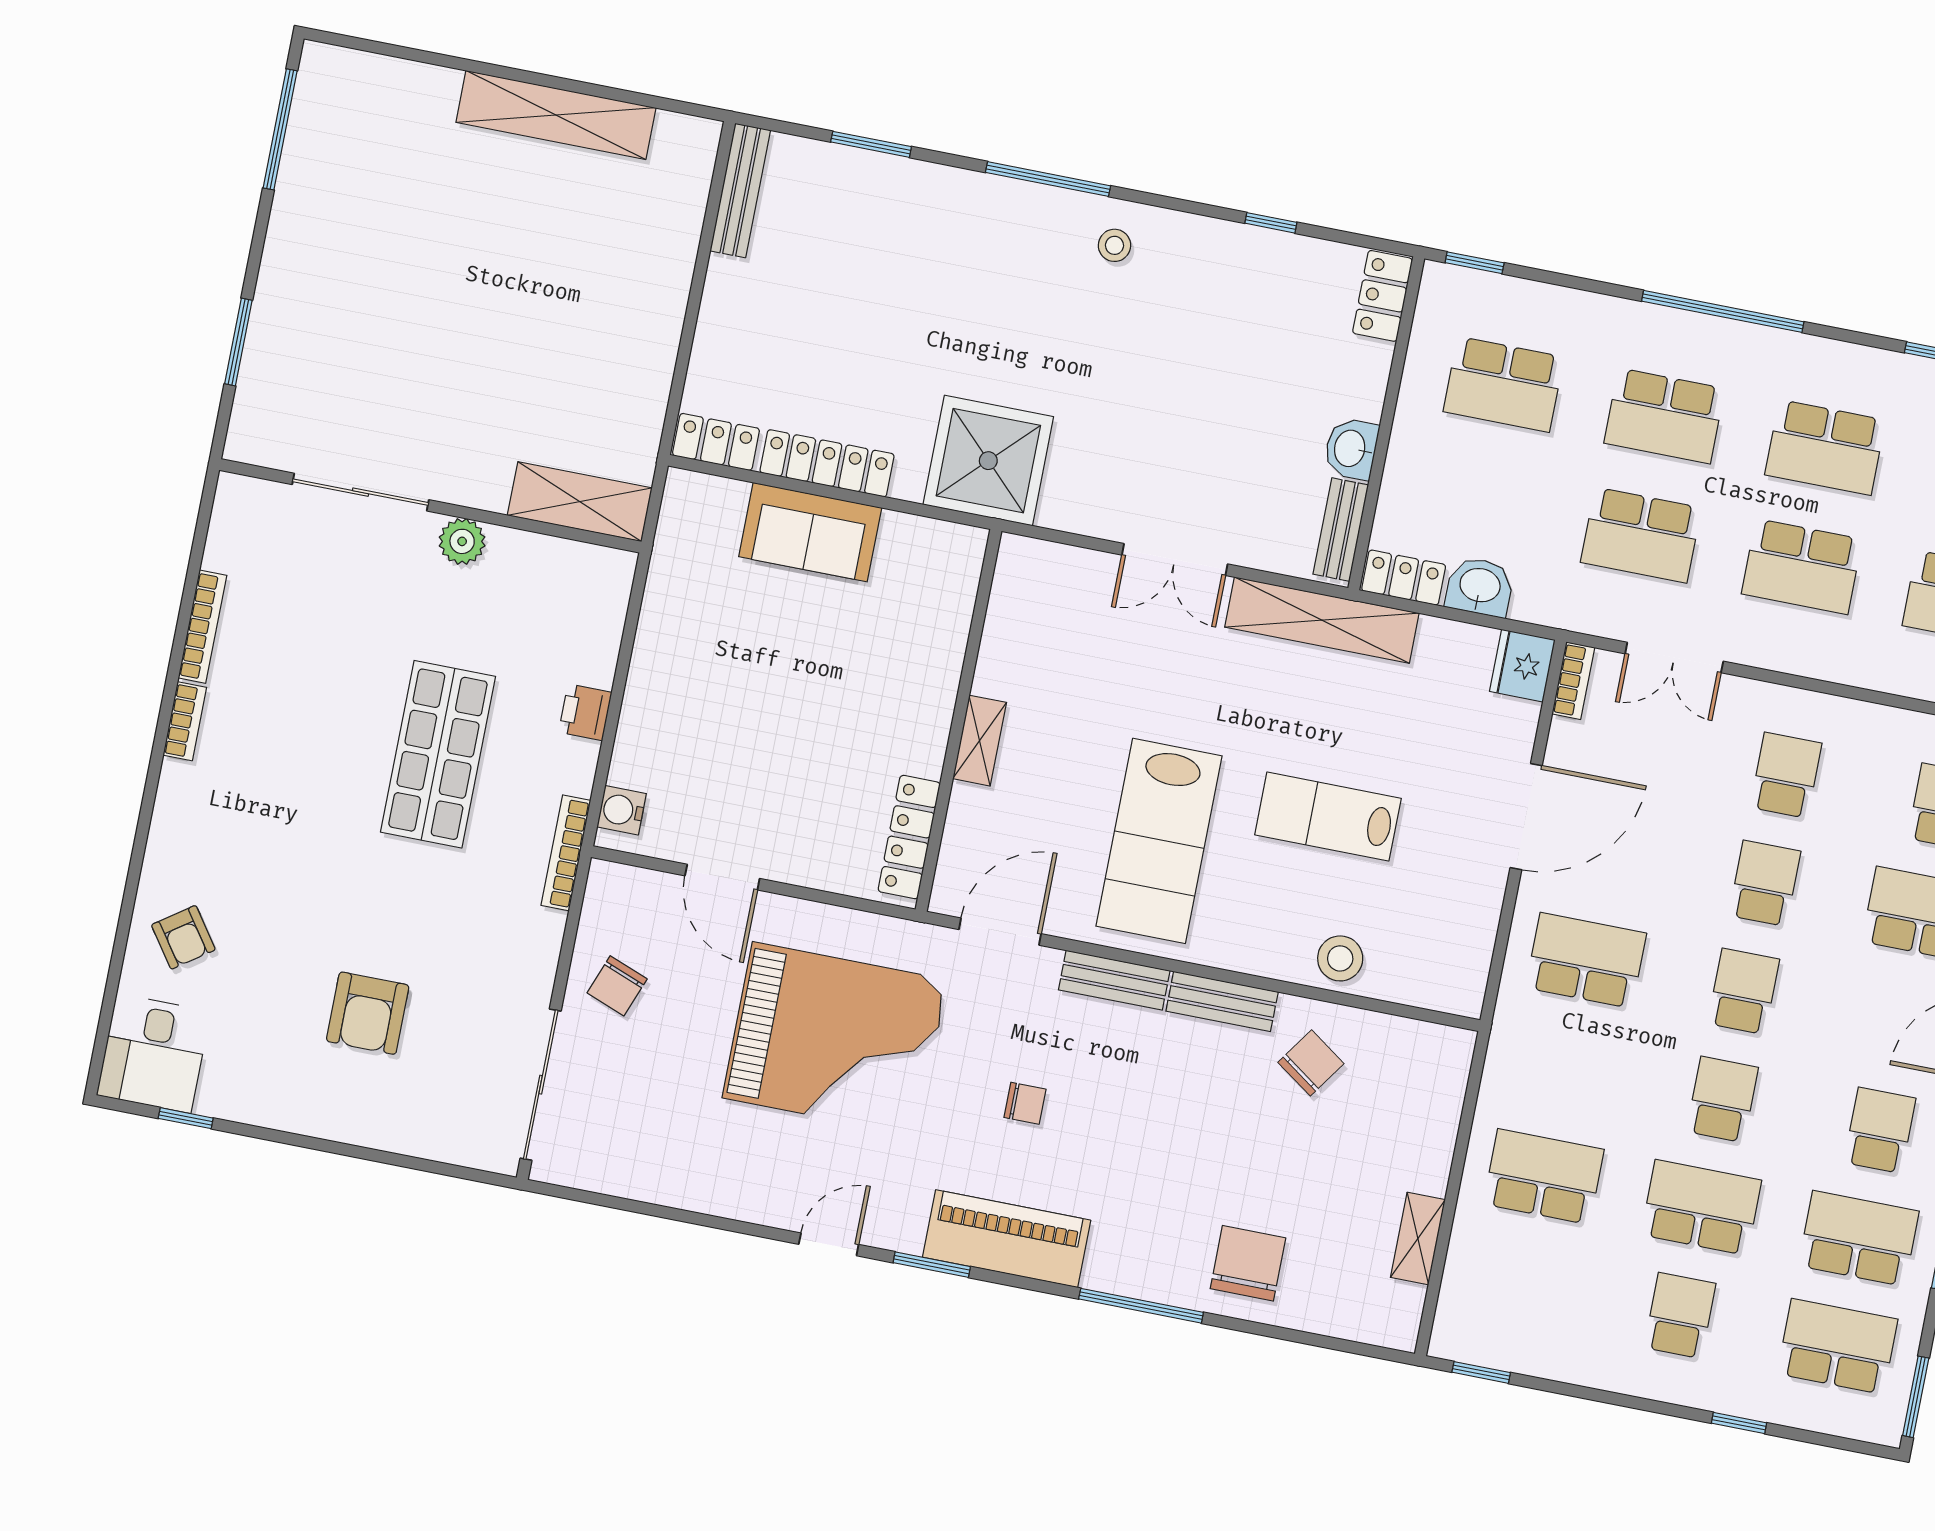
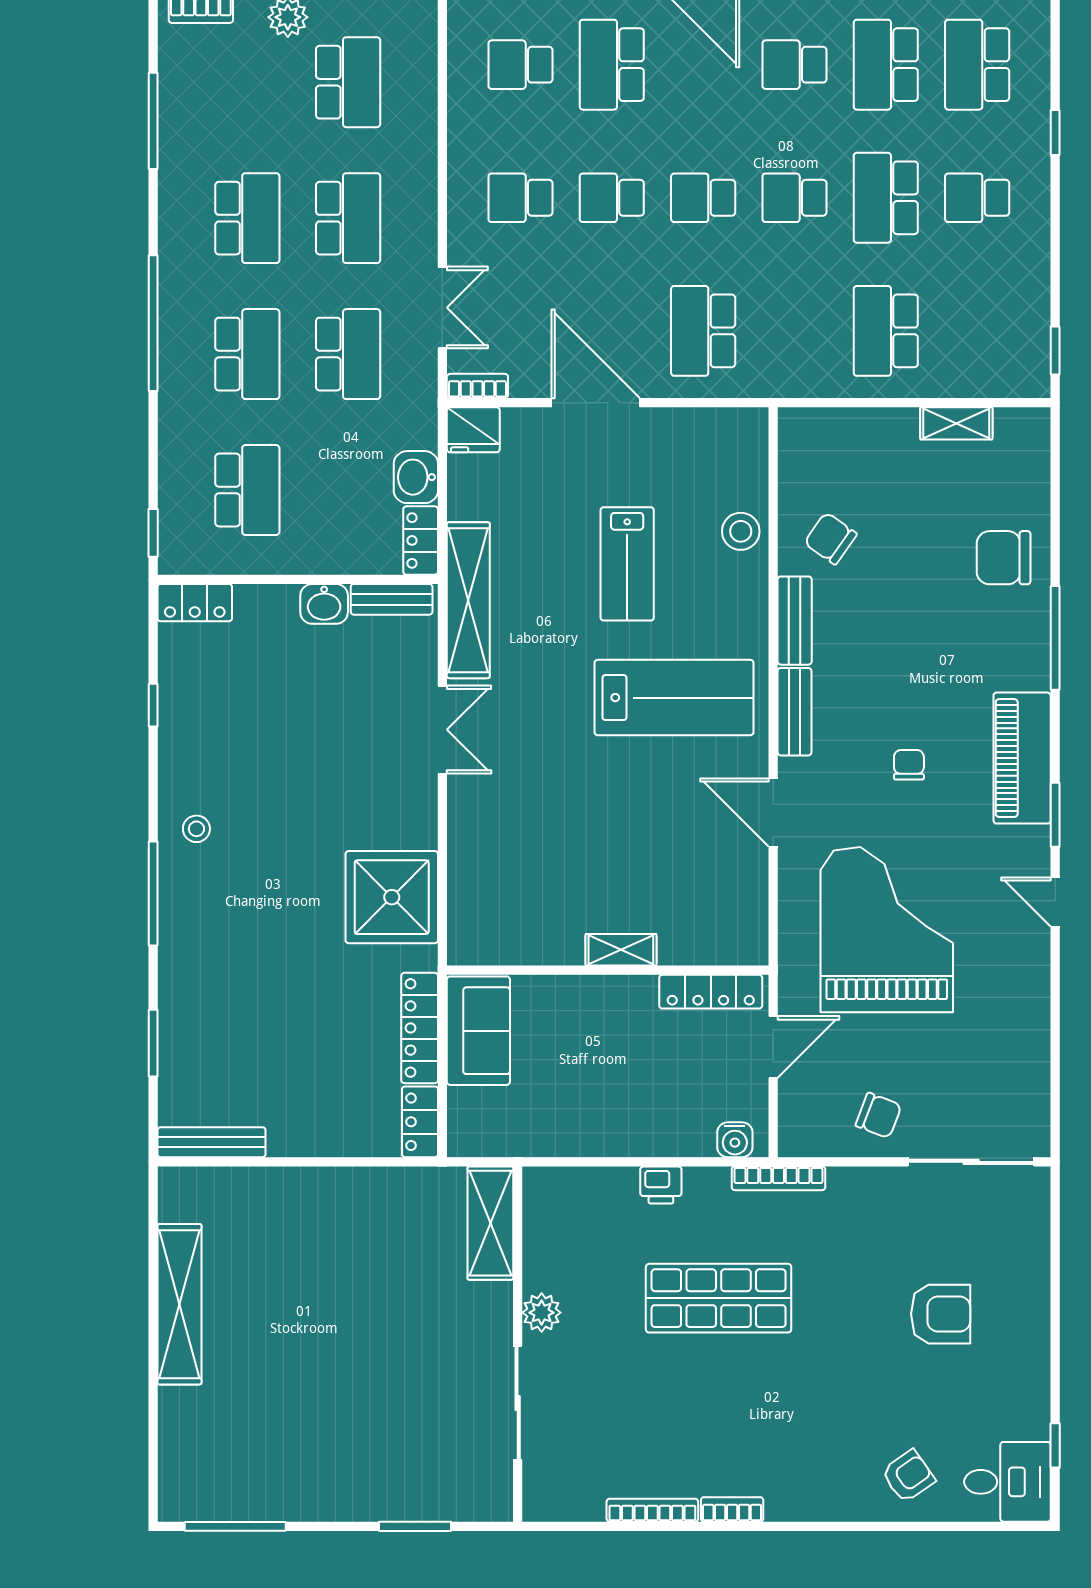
wall: (959, 720) -> (608, 970), moved
shelving: (980, 741) -> (621, 950), moved
locker: (909, 837) -> (711, 992), moved

